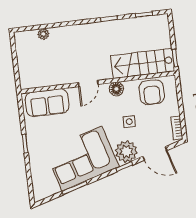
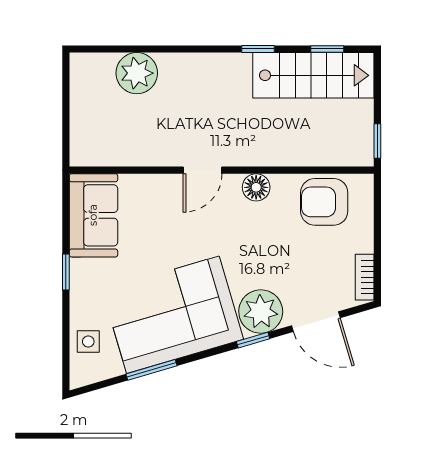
plant: (43, 34) -> (137, 73), width x1.88, depth x1.88
stairs: (143, 63) -> (313, 75), moved, turned 180
armchair: (152, 92) -> (324, 202), turned 90
sofa: (47, 103) -> (93, 215), moved, turned -90
side table: (129, 122) -> (88, 342), moved

